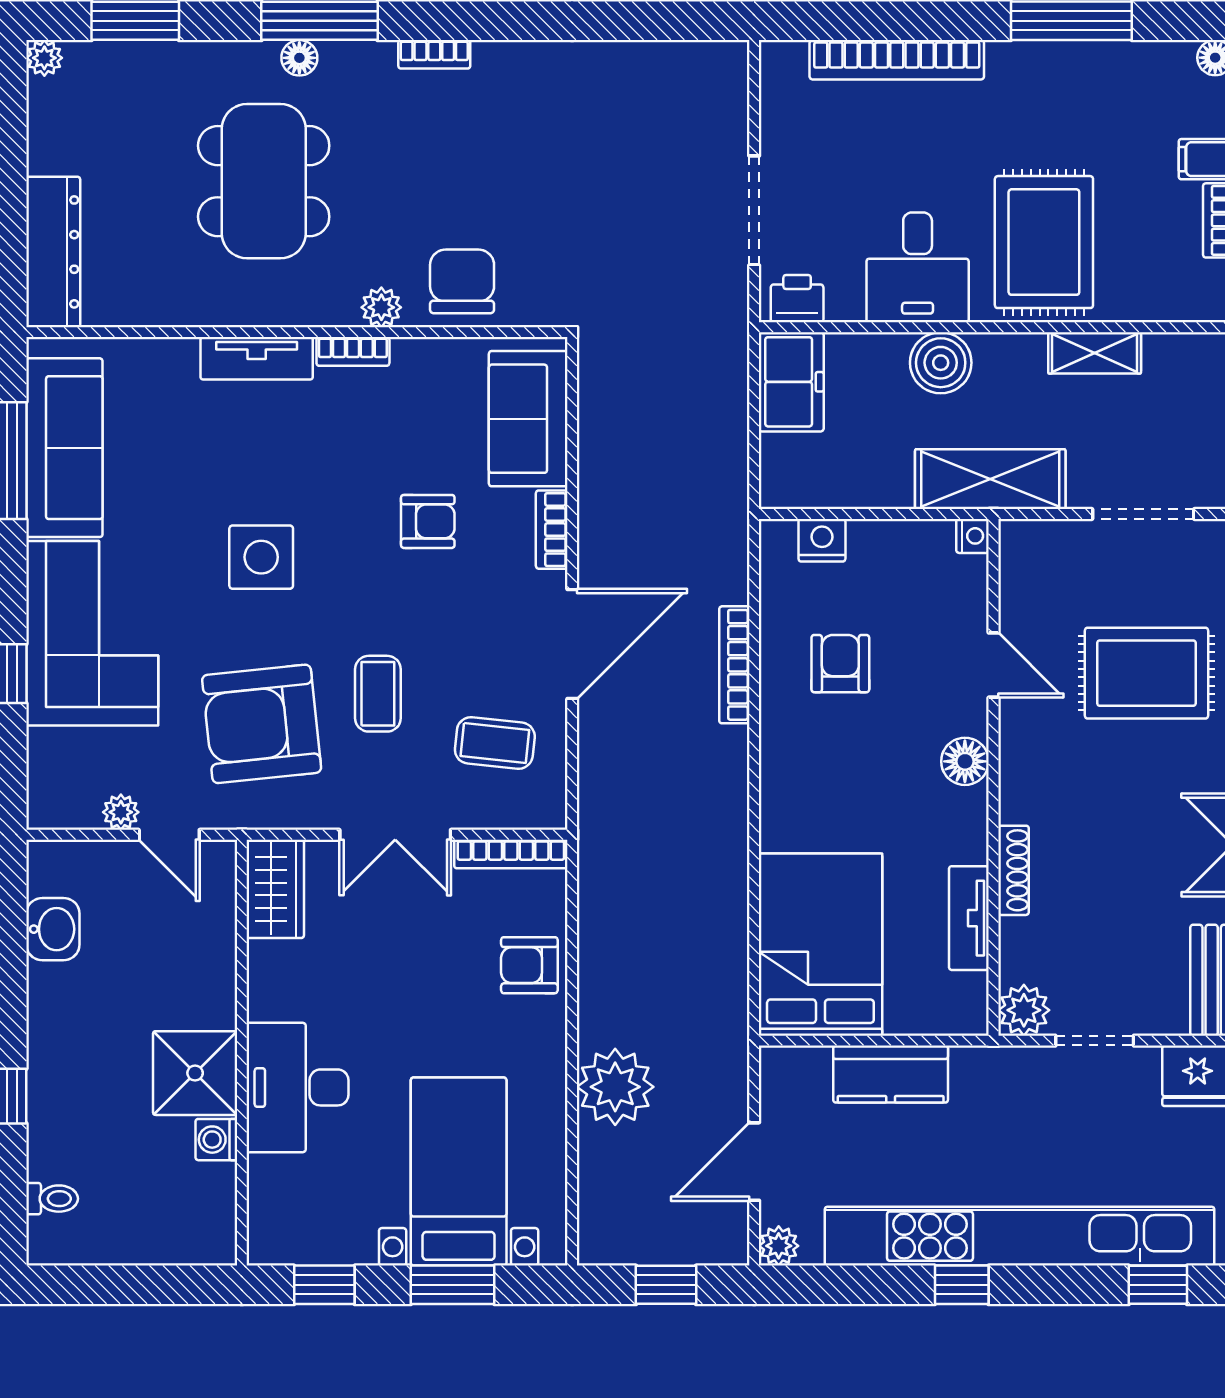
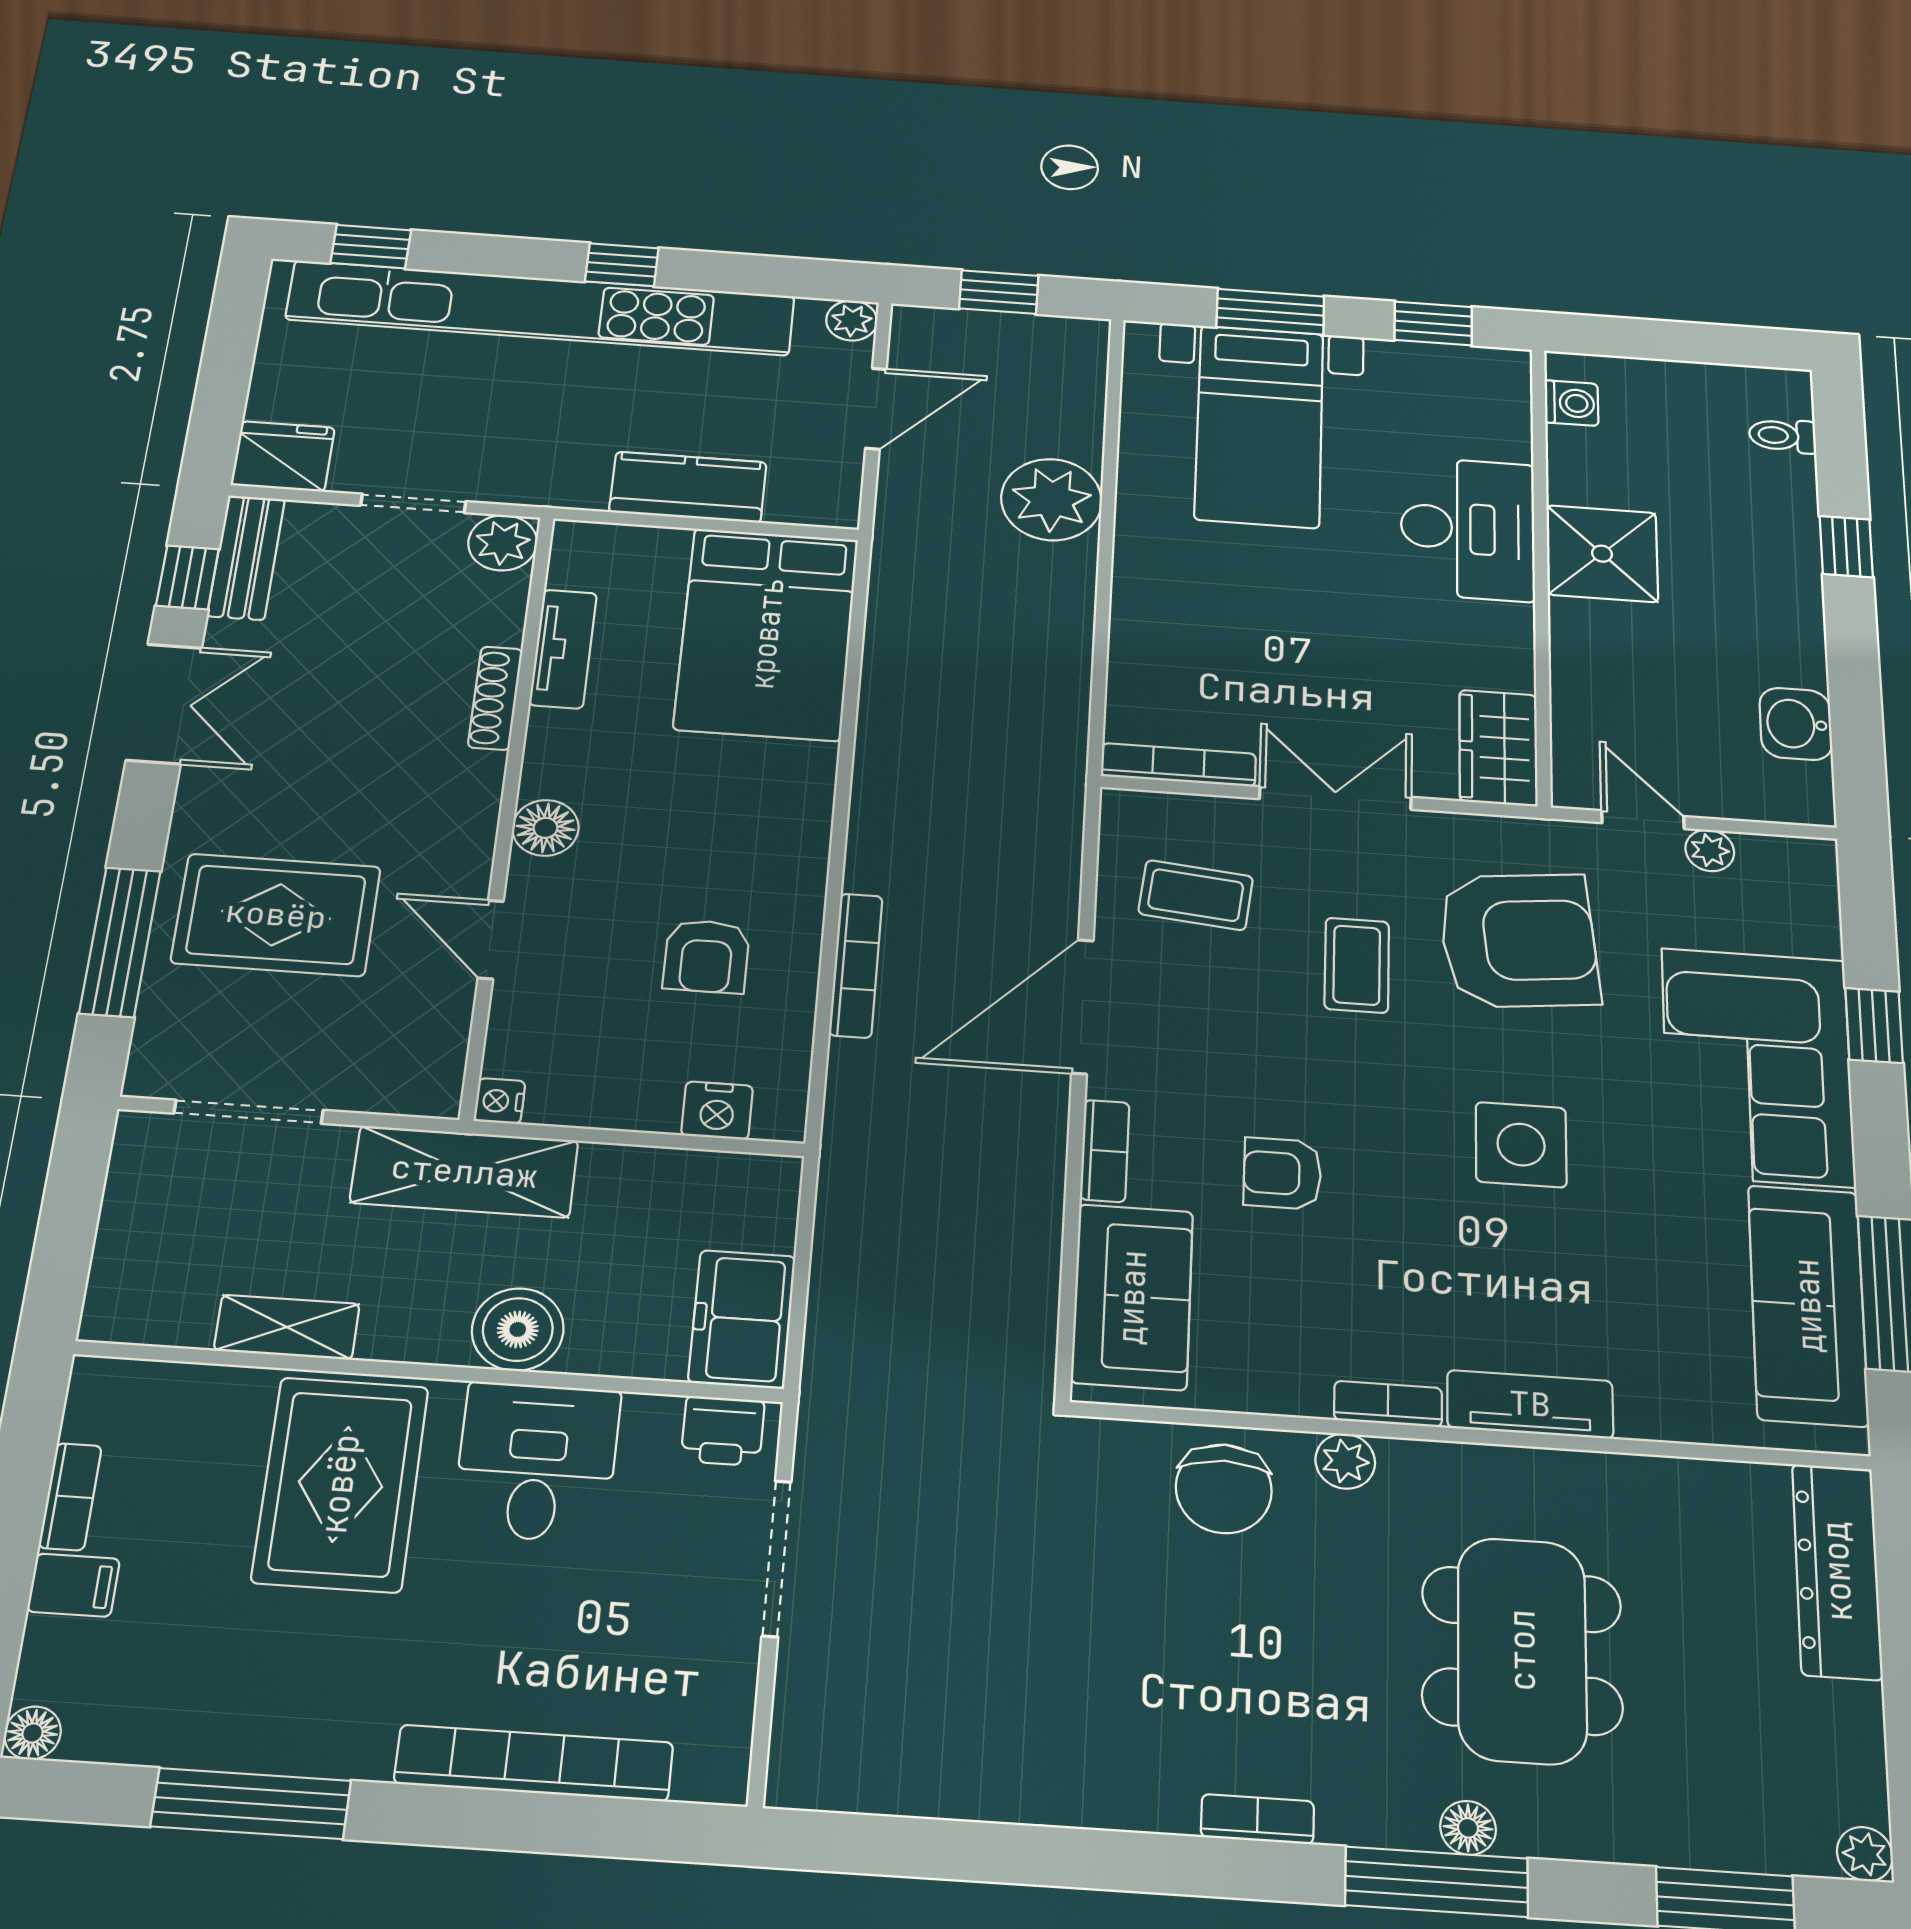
armchair: (529, 965) -> (1159, 639), removed
washing machine: (216, 1140) -> (1571, 403), moved

